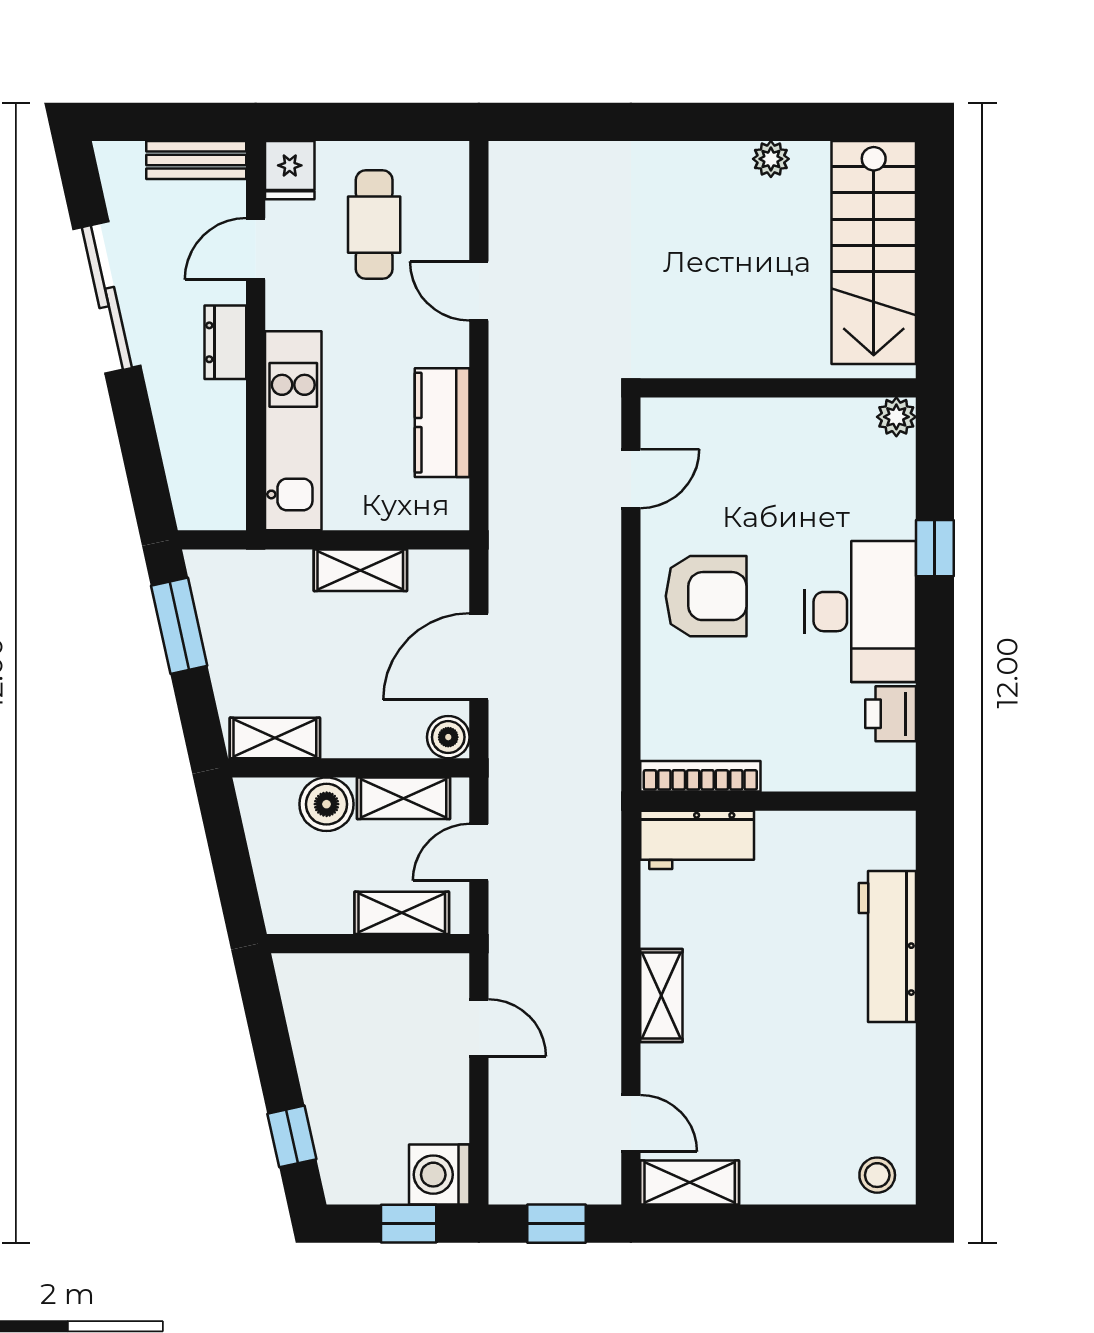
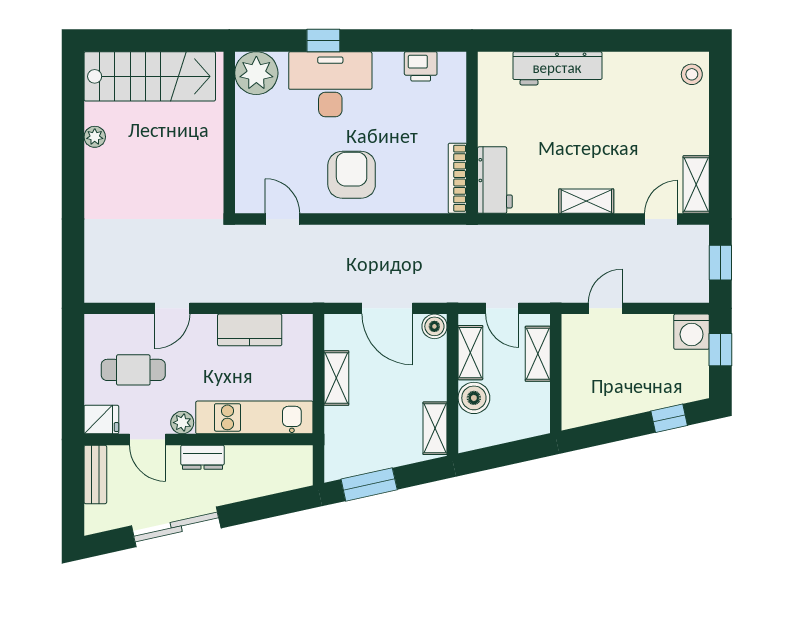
plant: (285, 308) -> (182, 423), added
plant: (896, 417) -> (256, 73), width x1.87, depth x1.87
desk: (860, 612) -> (330, 84), moved

